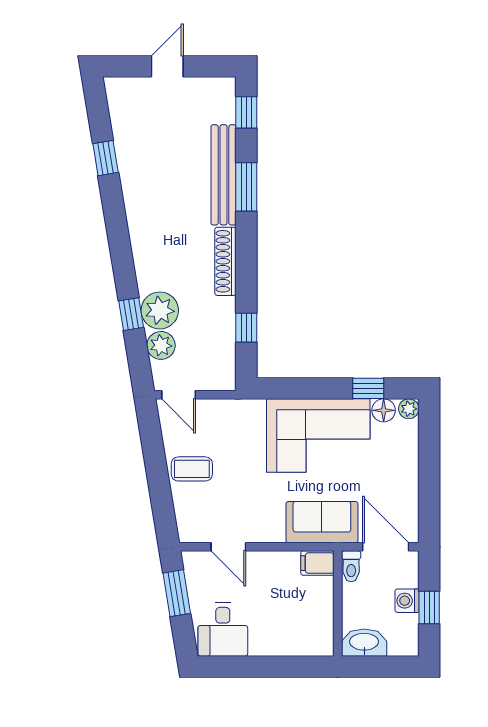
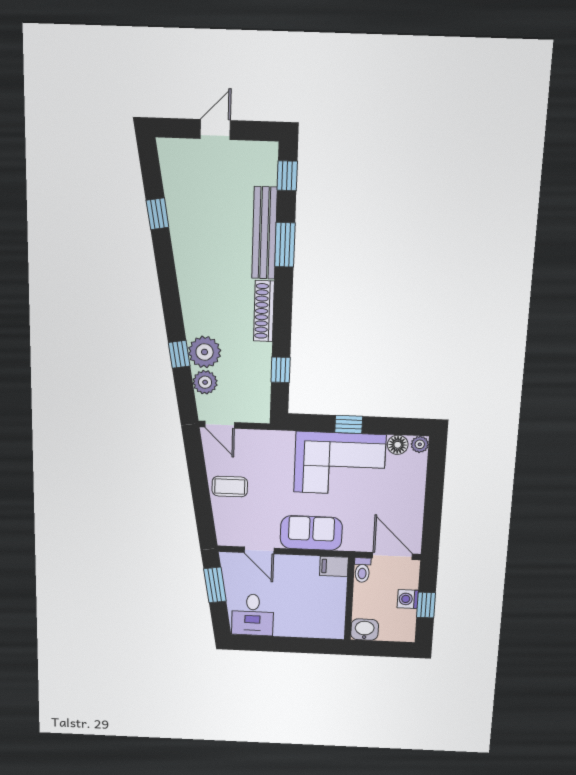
window: (368, 388) -> (349, 424), moved
sofa: (322, 522) -> (311, 533), moved
washbasin: (364, 643) -> (365, 630), width x0.72

